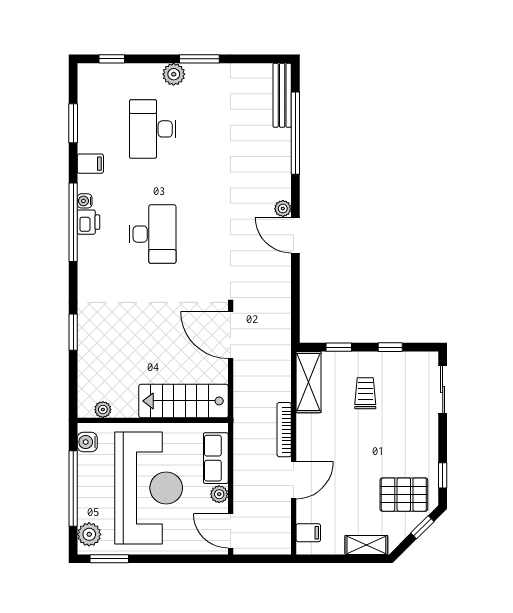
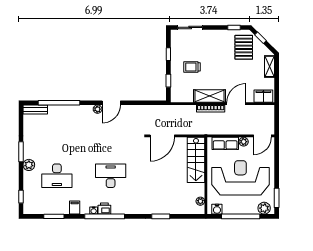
bench: (282, 95) -> (35, 110), width x0.73
shelving: (309, 382) -> (210, 96), moved
door: (294, 480) -> (236, 104), hinge flipped
filing cabinet: (308, 533) -> (263, 96), width x2.00

